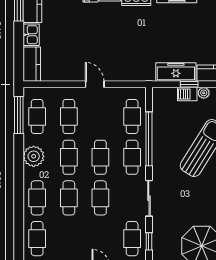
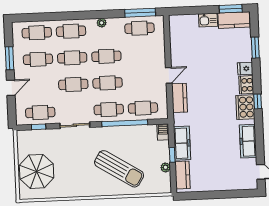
kitchen counter: (32, 64) -> (179, 98), moved, turned -90
barbecue: (187, 94) -> (163, 132), moved
cafe table: (69, 117) -> (38, 59), moved
plant: (34, 156) -> (102, 23), width x0.53, depth x0.53

